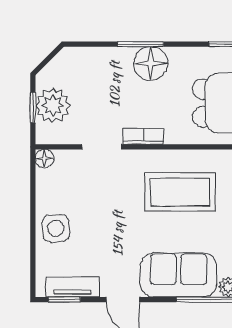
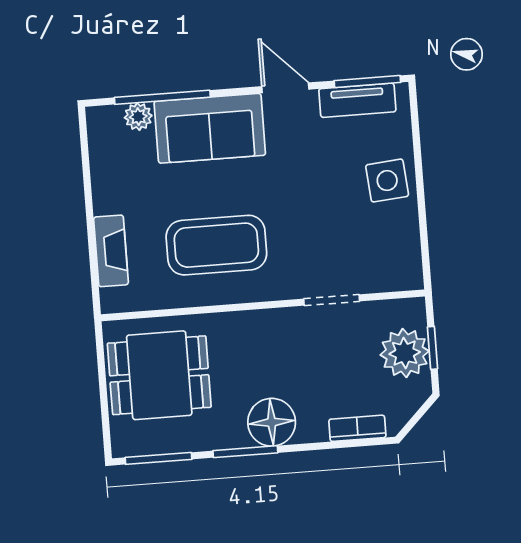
window: (141, 44) -> (245, 452), moved
bookcase: (143, 136) -> (357, 428), moved, turned 180
floor lamp: (44, 158) -> (411, 277), removed
window: (64, 300) -> (367, 81), width x1.50

